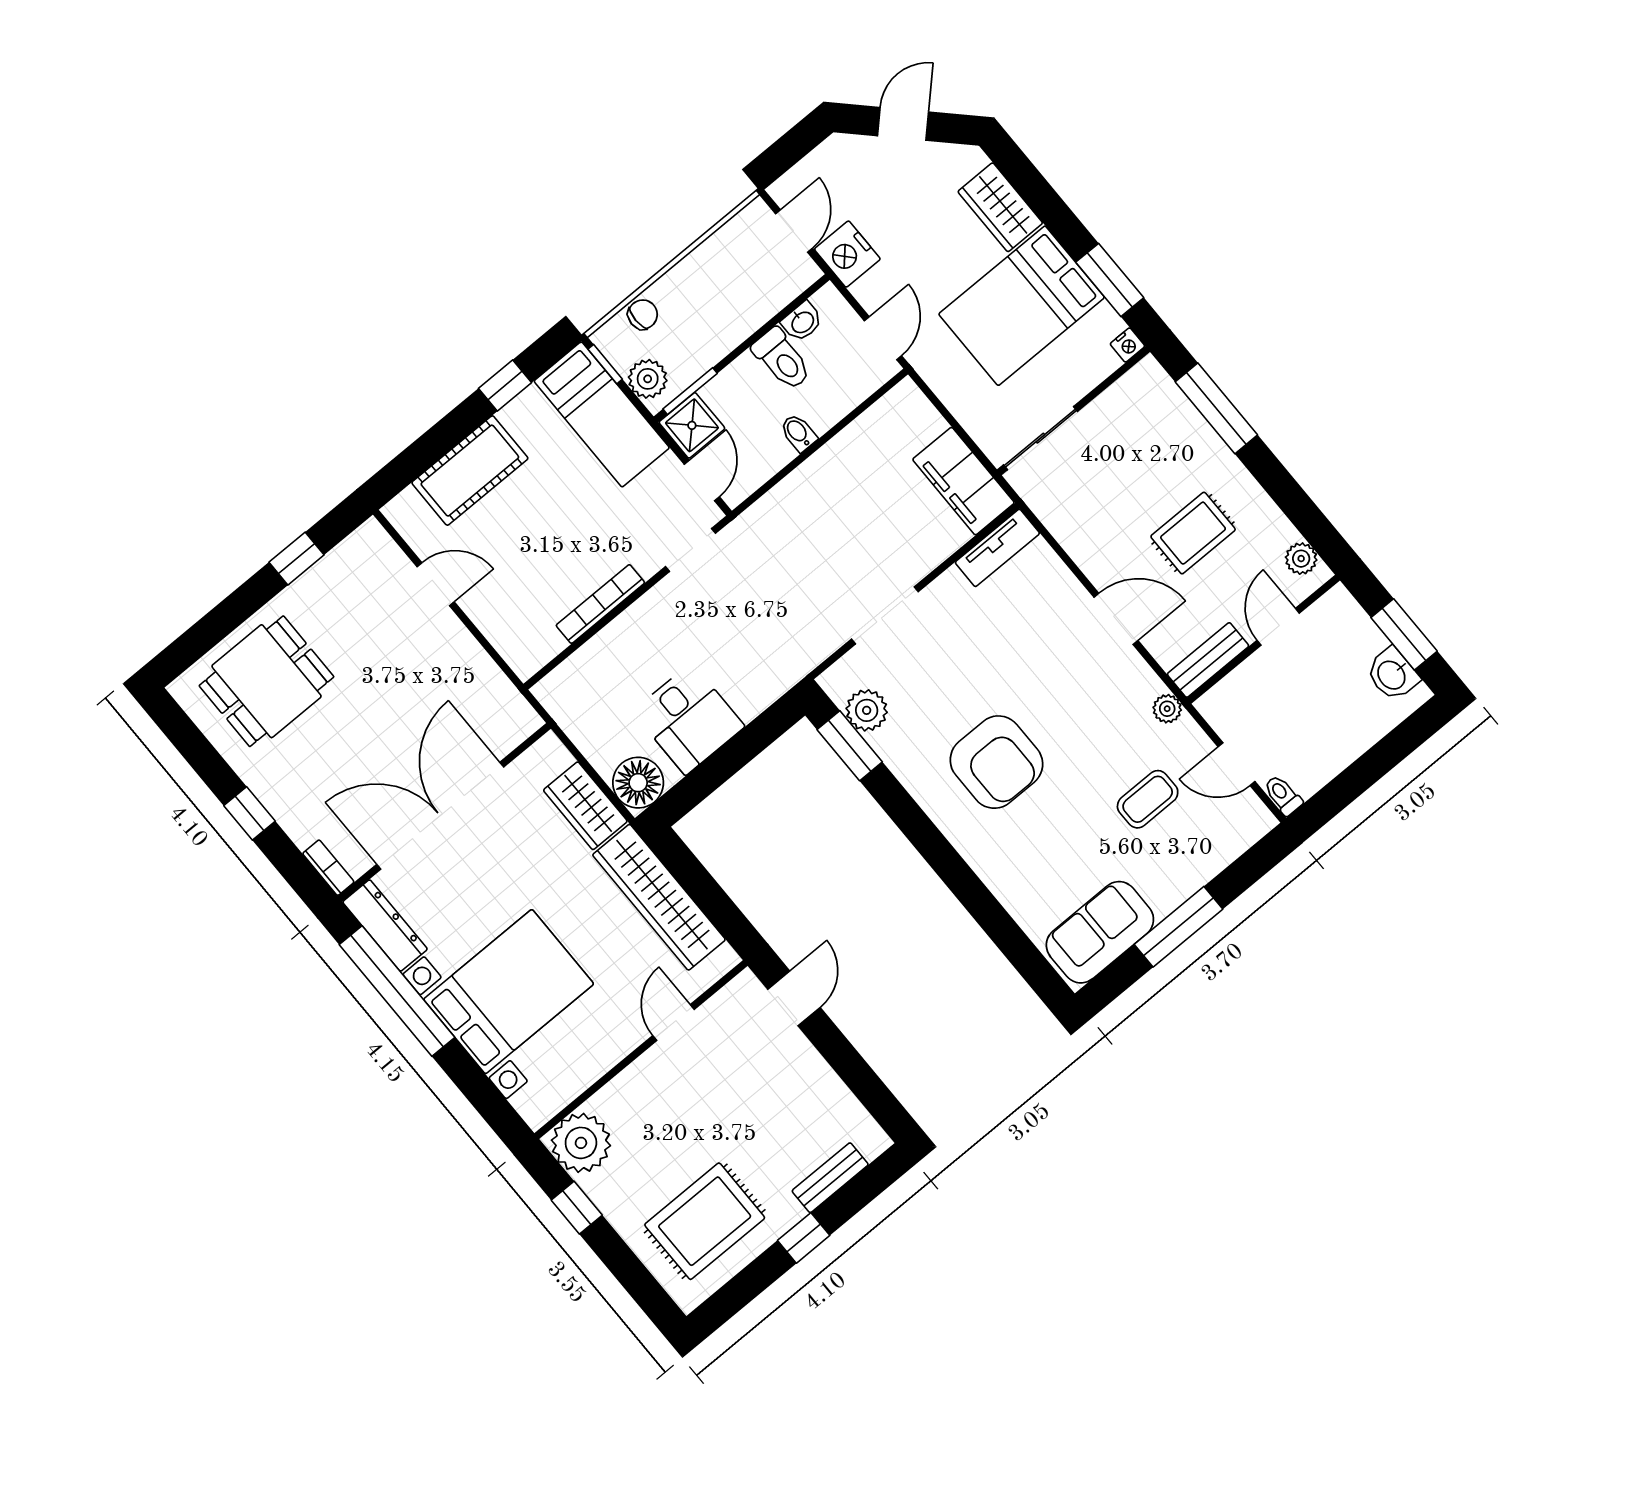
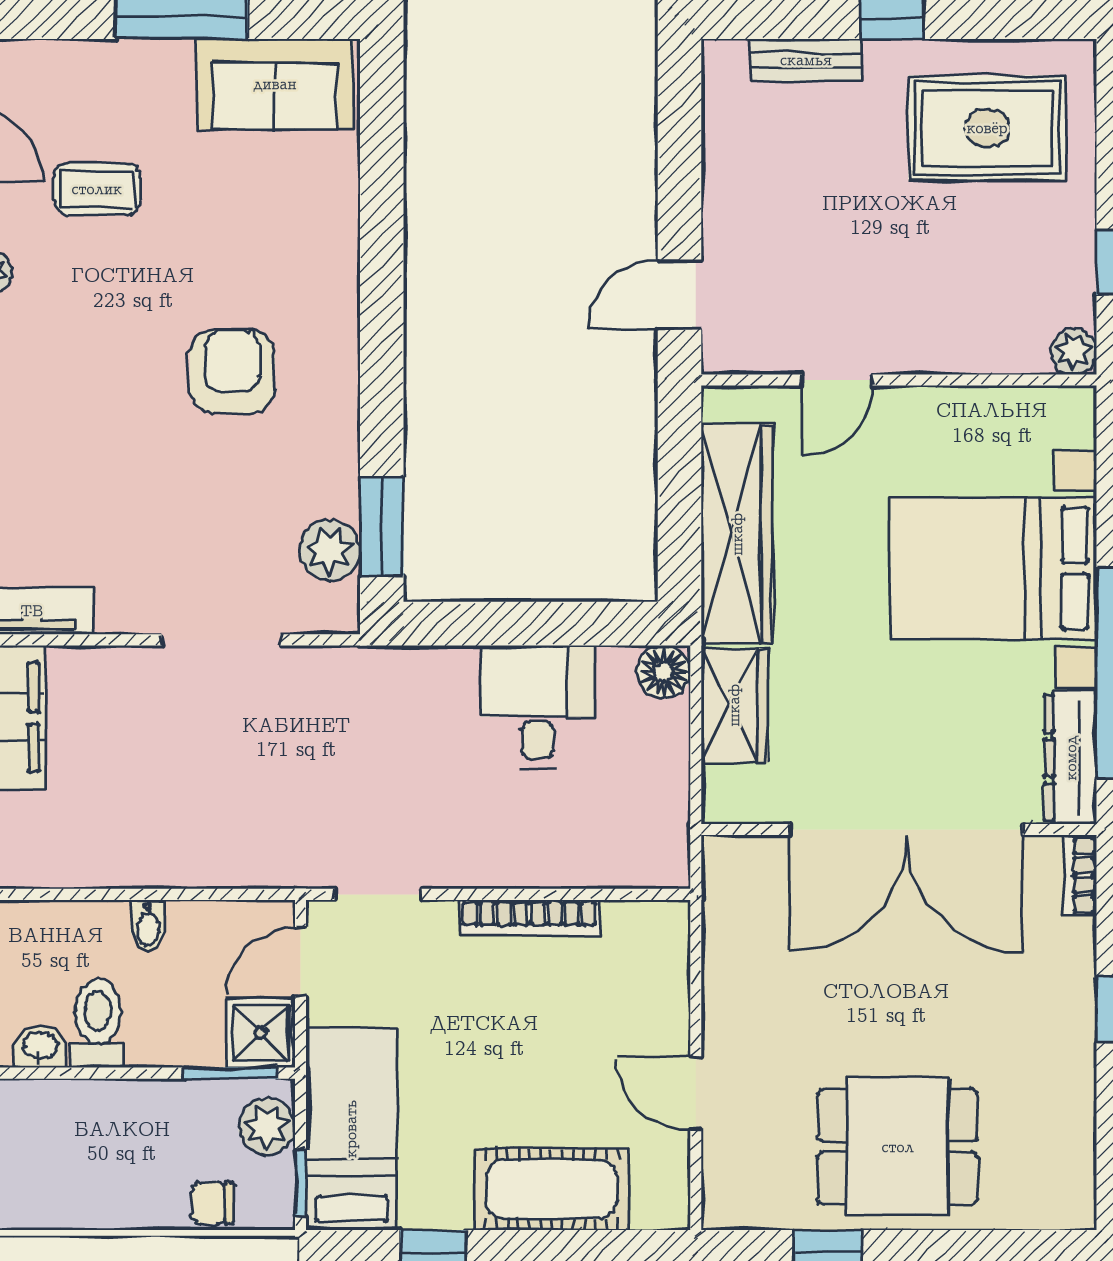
dining table: (266, 681) -> (898, 1147), moved
armchair: (996, 762) -> (232, 371), width x0.73, depth x0.73
floor lamp: (638, 783) -> (664, 672), width x0.73, depth x0.73
plant: (581, 1143) -> (1073, 351), width x0.53, depth x0.53

